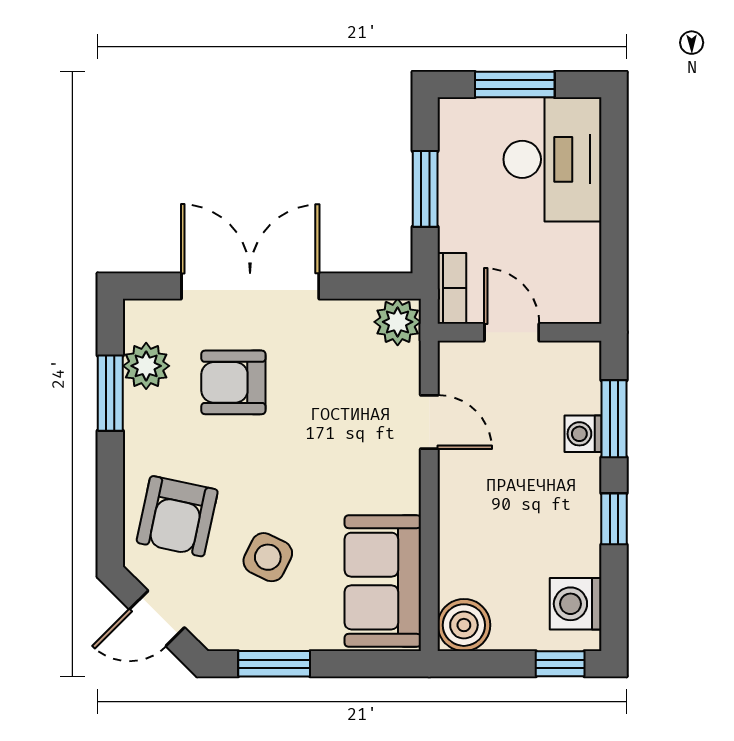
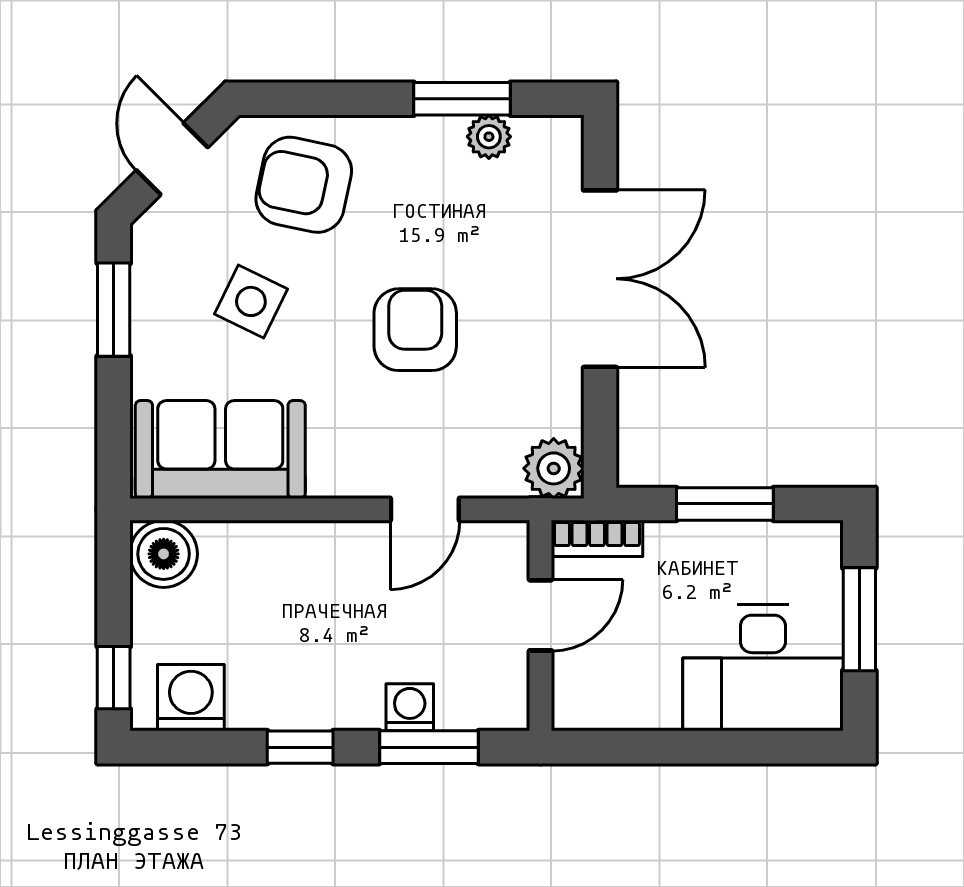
plant: (146, 366) -> (489, 137), width x0.73, depth x0.73
armchair: (233, 382) -> (415, 330), moved

